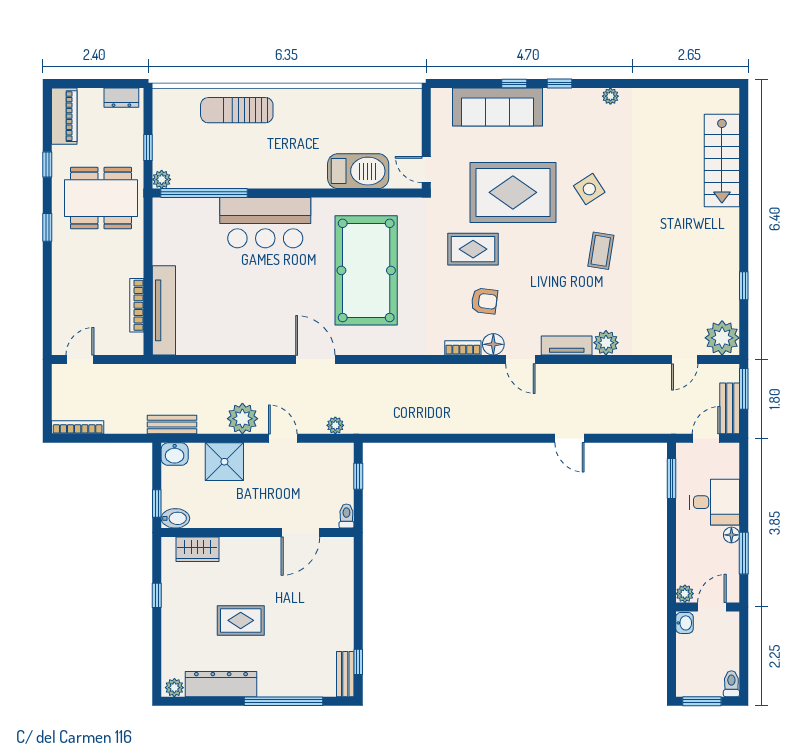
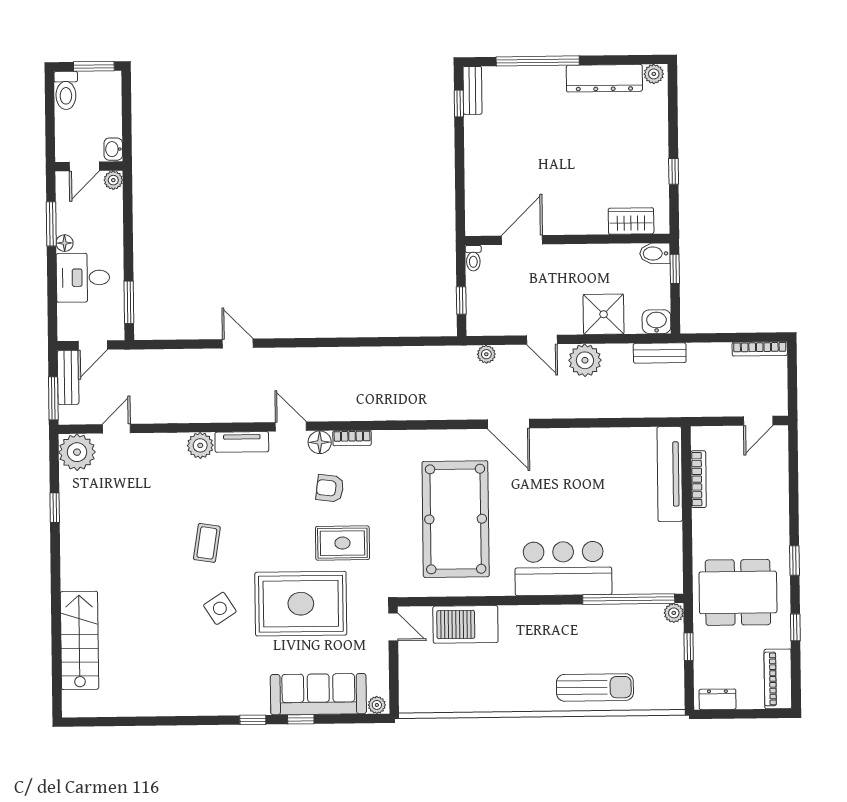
plant: (610, 96) -> (377, 705), moved
rug: (241, 620) -> (584, 146), removed
toilet: (731, 684) -> (66, 90), width x1.37, depth x1.39

